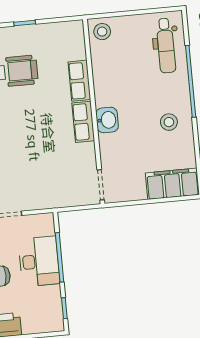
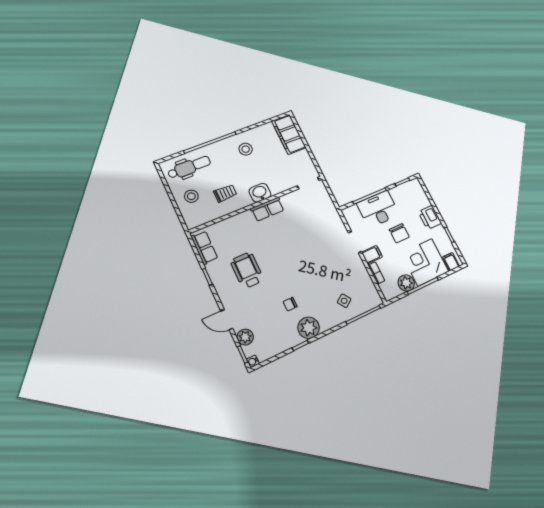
stool: (102, 32) -> (191, 196), moved
trolley: (120, 78) -> (225, 193), added
row of seats: (79, 81) -> (204, 248), moved, turned -90

